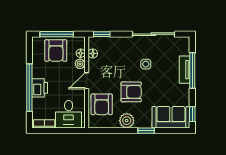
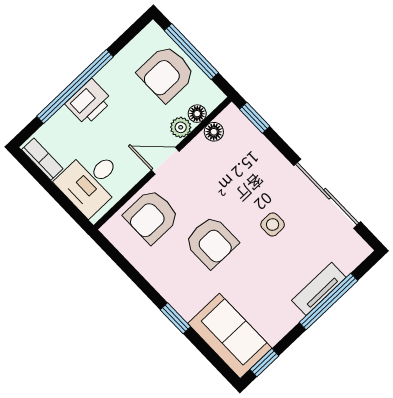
plant: (127, 121) -> (163, 276), removed

